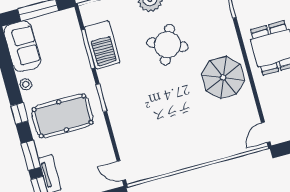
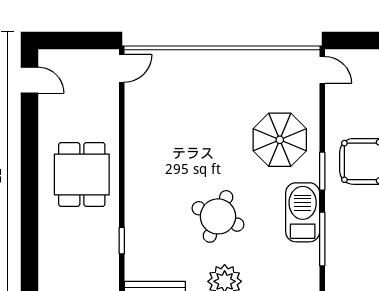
barbecue: (102, 45) -> (303, 212), moved
parasol: (223, 77) -> (280, 140), moved

